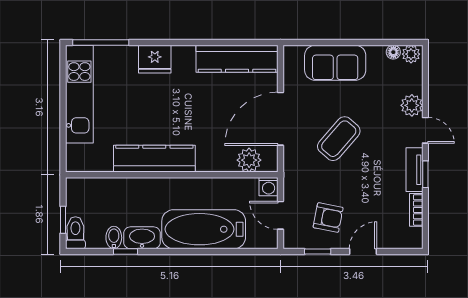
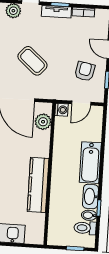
bathtub: (204, 229) -> (90, 163), width x0.73, depth x0.73
toilet: (75, 233) -> (85, 228), moved

